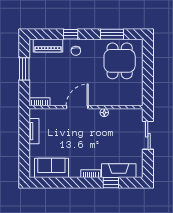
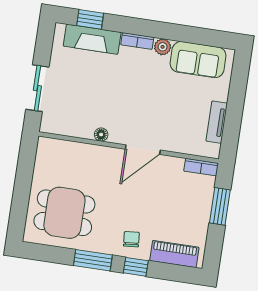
window: (112, 34) -> (93, 260), moved
dining table: (120, 61) -> (64, 213), turned 90
window: (24, 69) -> (220, 206), moved
plant: (75, 172) -> (163, 47), added
window: (111, 183) -> (90, 19), moved

